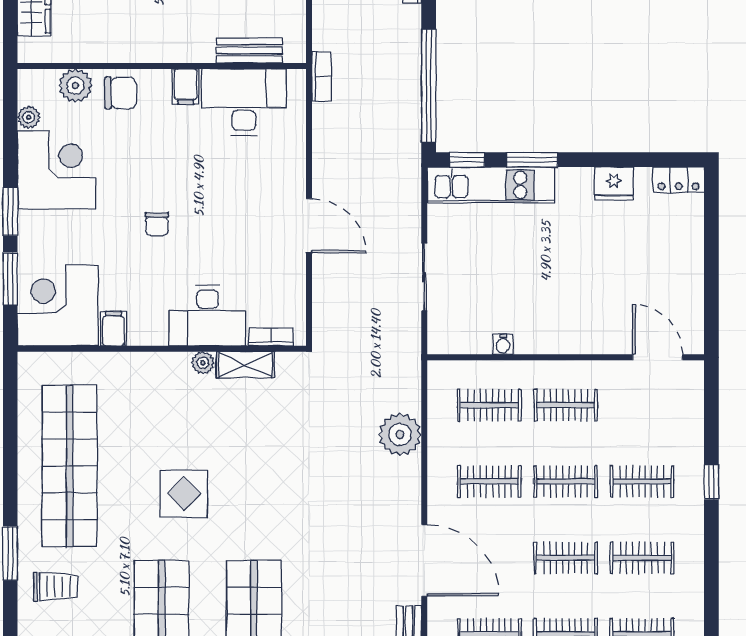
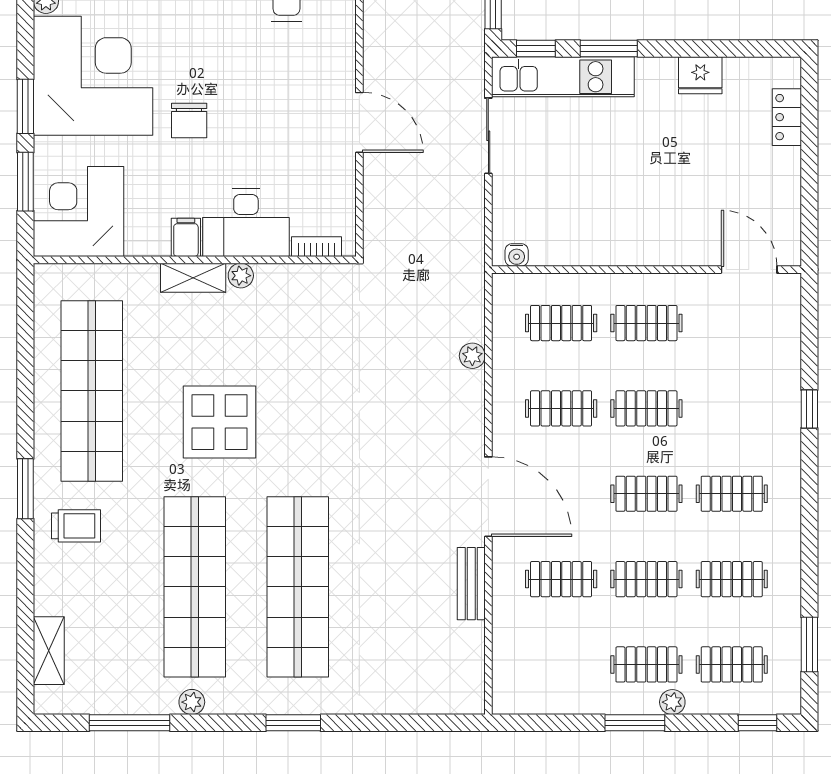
corner desk: (57, 170) -> (93, 76), width x1.36, depth x1.36
locker: (679, 180) -> (787, 117), moved, turned 90
chair: (157, 224) -> (189, 120), width x1.37, depth x1.37
sliding door: (424, 277) -> (488, 136), moved
filing cabinet: (113, 329) -> (186, 237), moved
water cooler: (503, 344) -> (517, 255), moved
shelving: (245, 365) -> (193, 278), moved
plant: (400, 434) -> (472, 356), width x0.53, depth x0.53
clothes rail: (642, 482) -> (732, 408), removed
display table: (184, 494) -> (220, 422), width x1.36, depth x1.36

